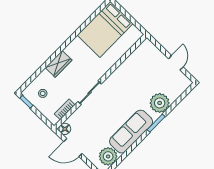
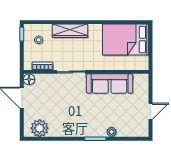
wardrobe: (59, 64) -> (70, 31), width x1.50
plant: (160, 103) -> (112, 132), width x0.53, depth x0.53
sofa: (131, 132) -> (110, 84), moved, turned 180

